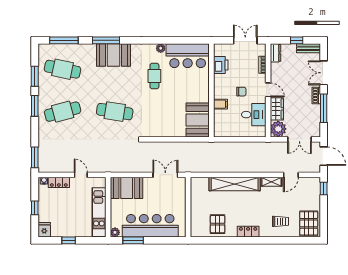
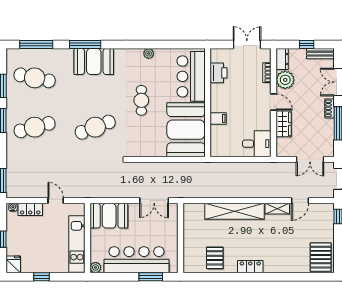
bar counter: (188, 56) -> (191, 76), moved, turned 90
cafe table: (154, 76) -> (141, 100), moved
chair: (241, 92) -> (242, 104), removed
cafe table: (115, 112) -> (95, 127), turned -30
desk: (254, 115) -> (257, 144), moved
booth: (198, 120) -> (186, 130), width x1.36, depth x1.42
plant: (278, 129) -> (285, 80), moved
double door: (165, 175) -> (154, 201), swing flipped
trolley: (280, 221) -> (288, 255), removed
window: (133, 240) -> (151, 277), moved

